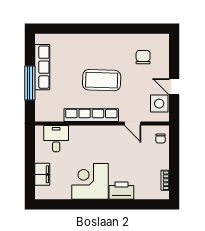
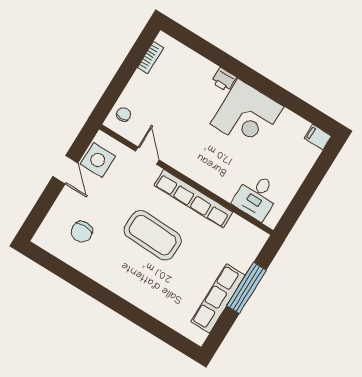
filing cabinet: (42, 174) -> (318, 137), moved, width x0.50
printer: (121, 191) -> (224, 80), width x0.53, depth x0.68

